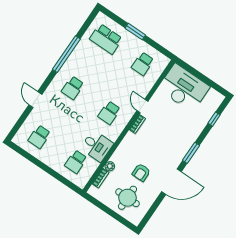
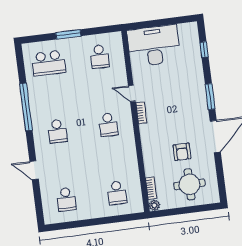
desk: (97, 146) -> (123, 163), removed
plant: (110, 166) -> (154, 205), moved

